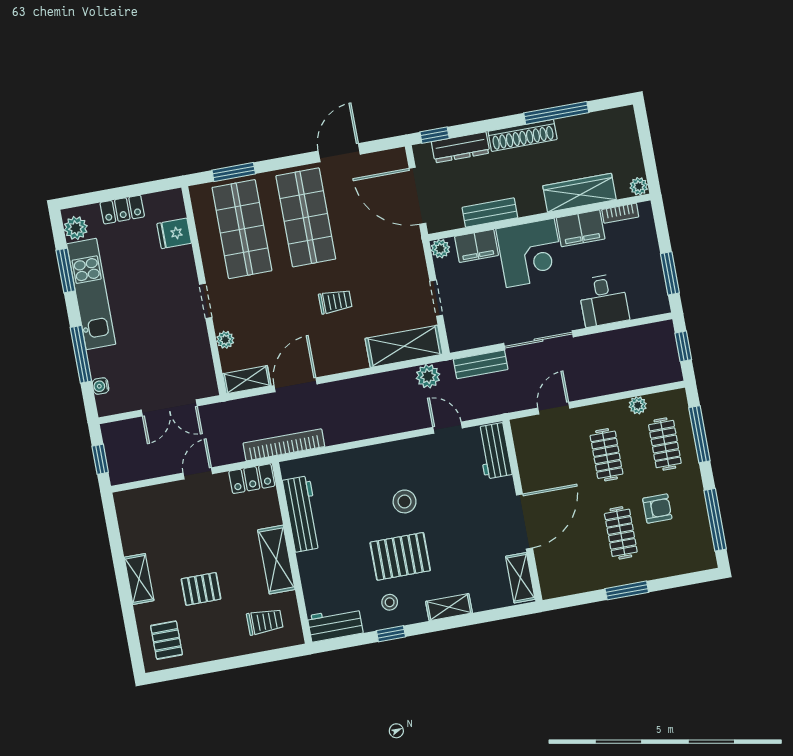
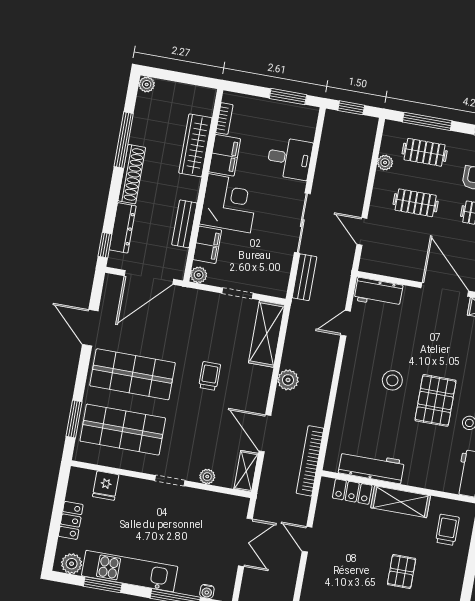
plant: (639, 186) -> (147, 84), moved
plant: (428, 376) -> (288, 380), moved
locker: (252, 479) -> (352, 492), moved, turned 90

